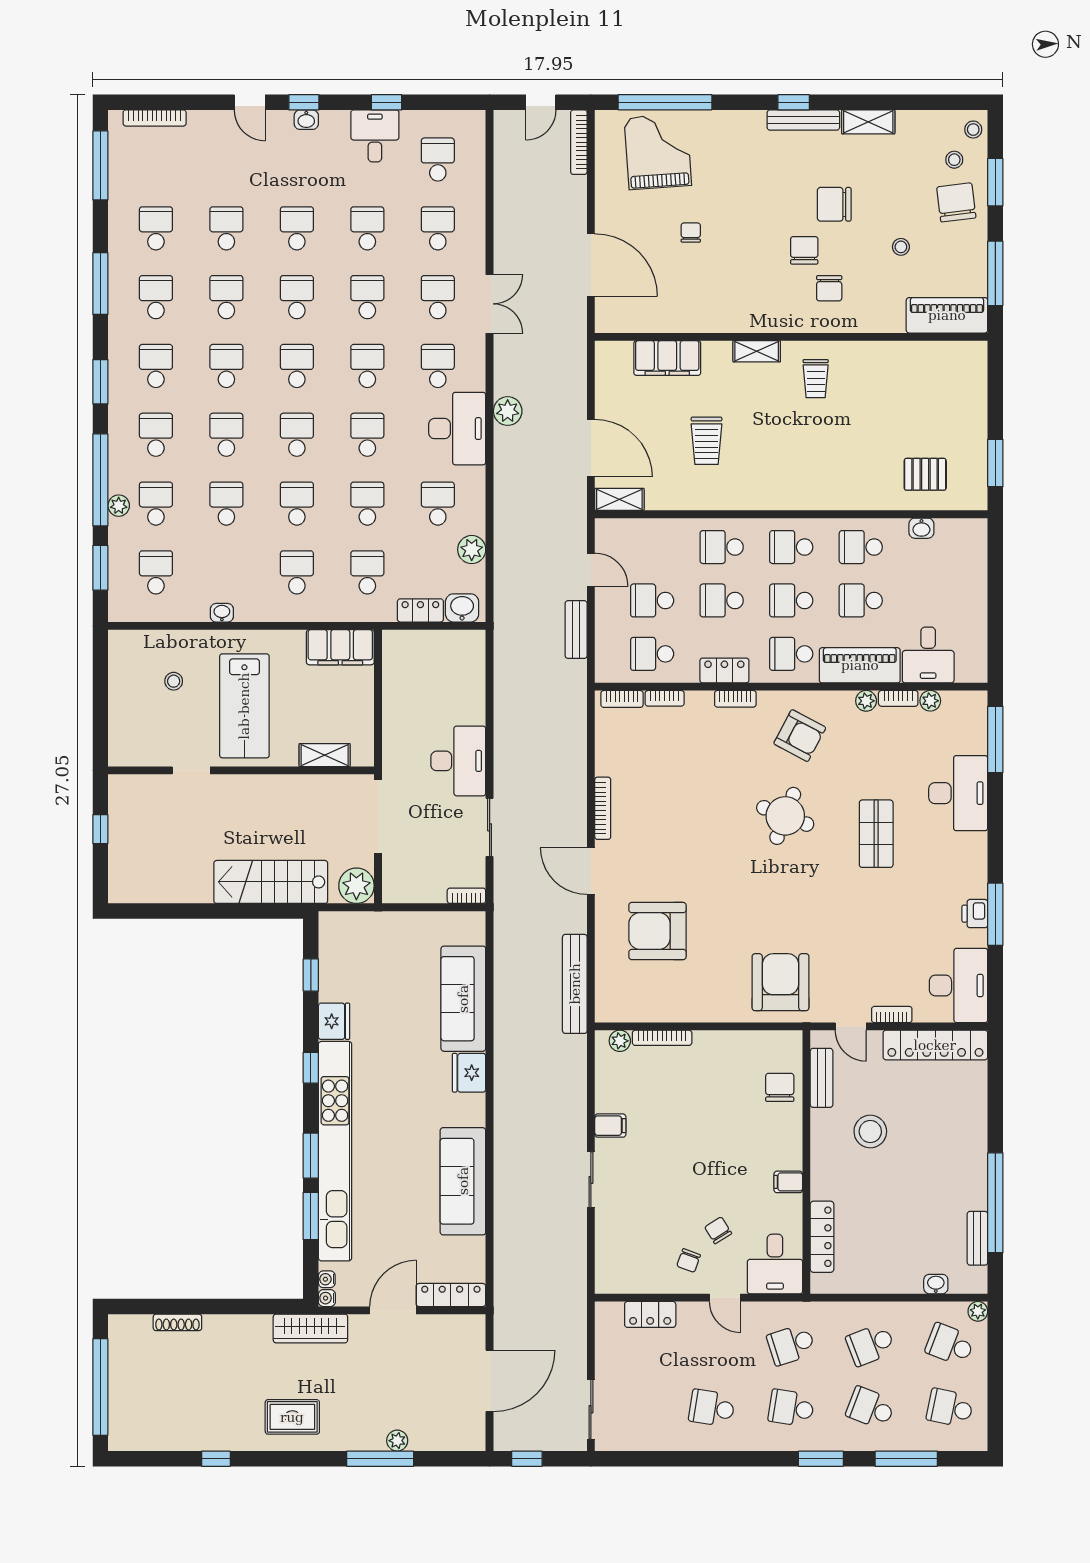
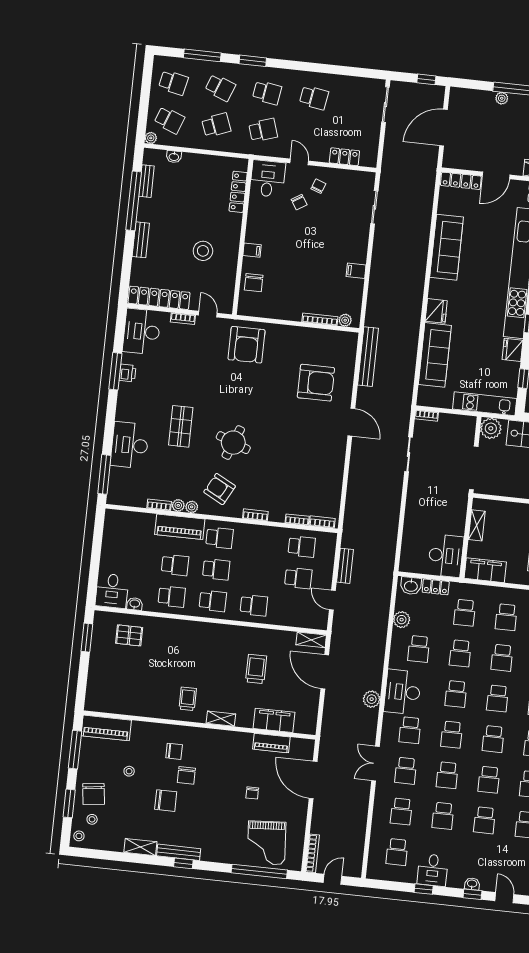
chair: (829, 288) -> (174, 751), turned 90
piano: (668, 319) -> (271, 743), added
school desk: (722, 600) -> (257, 574), removed
desk: (928, 655) -> (112, 591), moved, turned 180
locker: (724, 670) -> (260, 532), removed
plant: (930, 701) -> (192, 507), moved
shelving: (325, 755) -> (477, 525), moved, turned 90
desk: (458, 761) -> (446, 556), moved, turned 180
bookcase: (603, 808) -> (341, 459), removed
kitchen unit: (371, 926) -> (485, 404), added
bench: (822, 1078) -> (141, 240), moved
sliding door: (591, 1180) -> (374, 207), moved
filing cabinet: (788, 1182) -> (252, 250), moved

